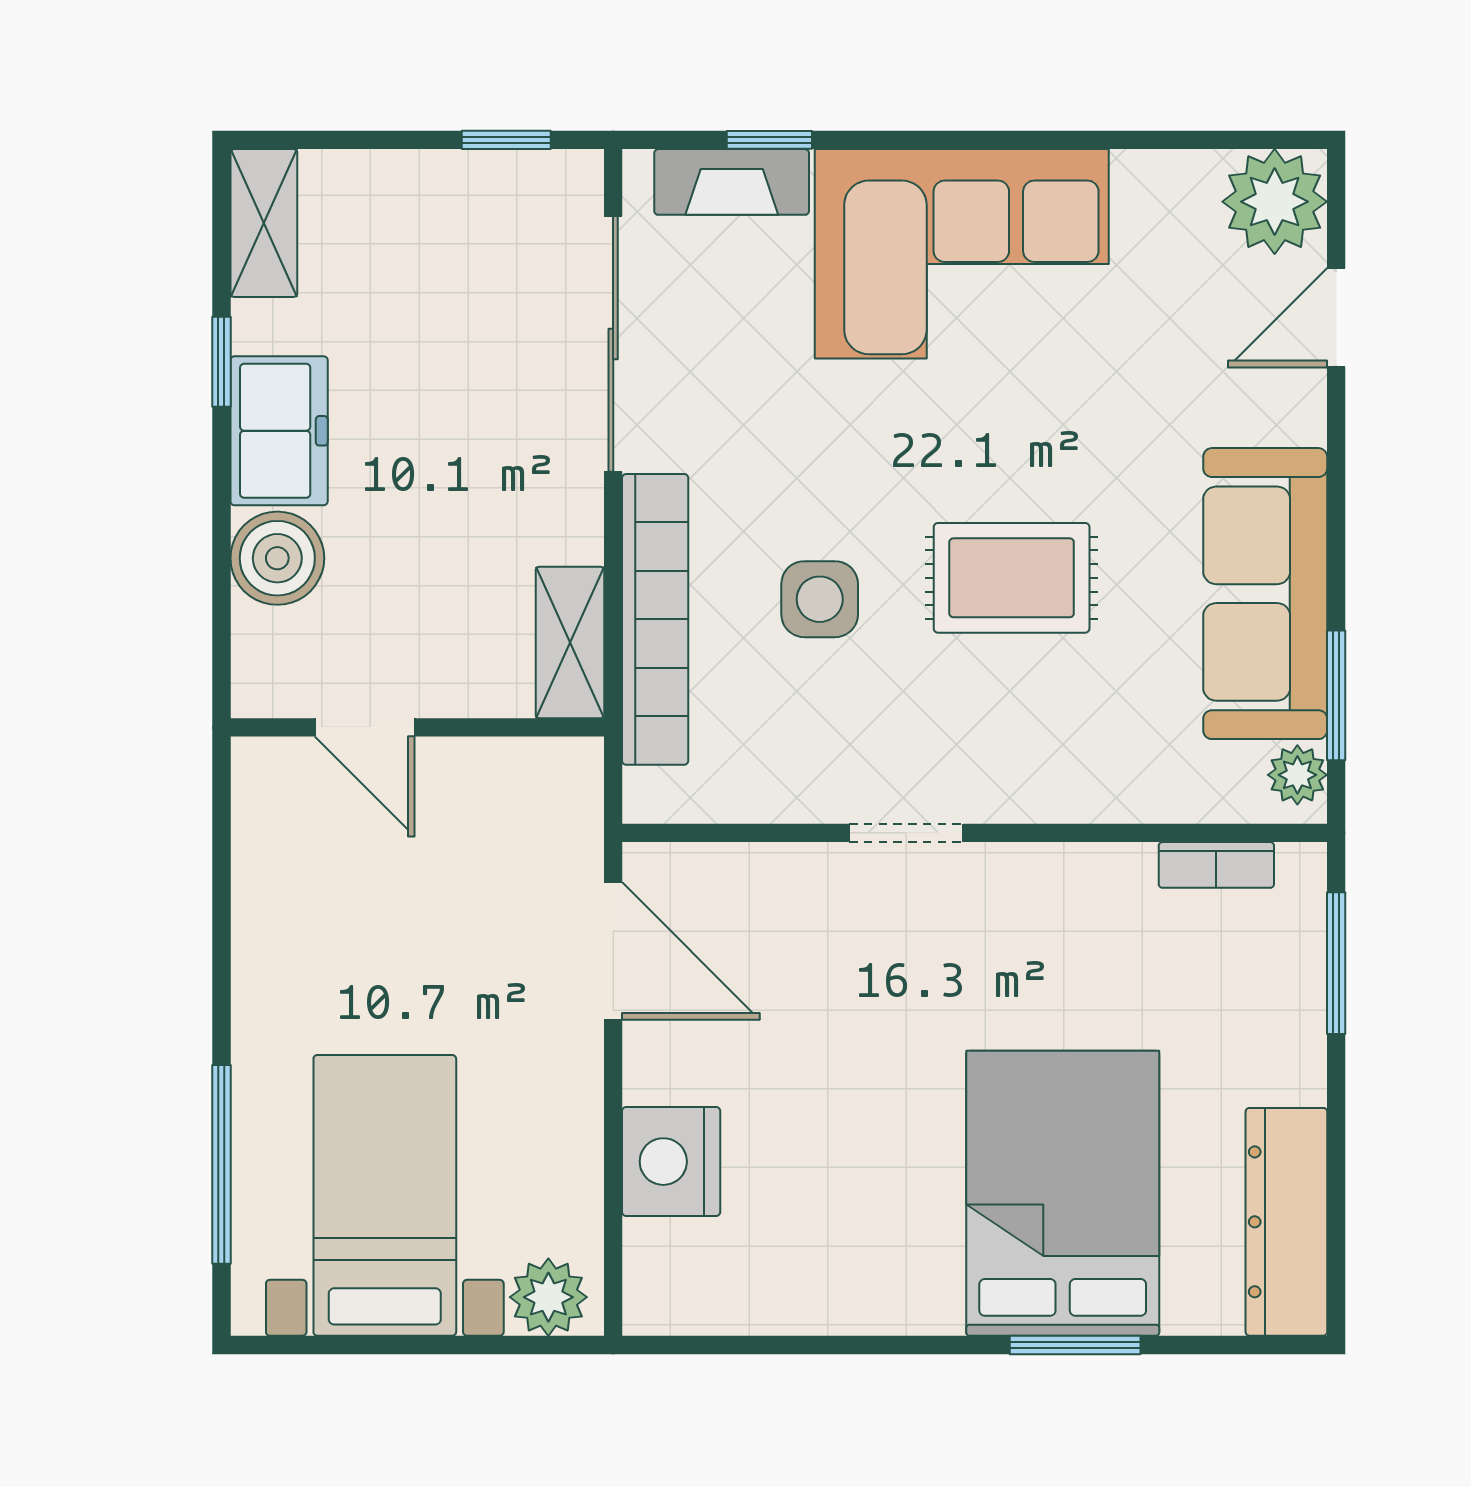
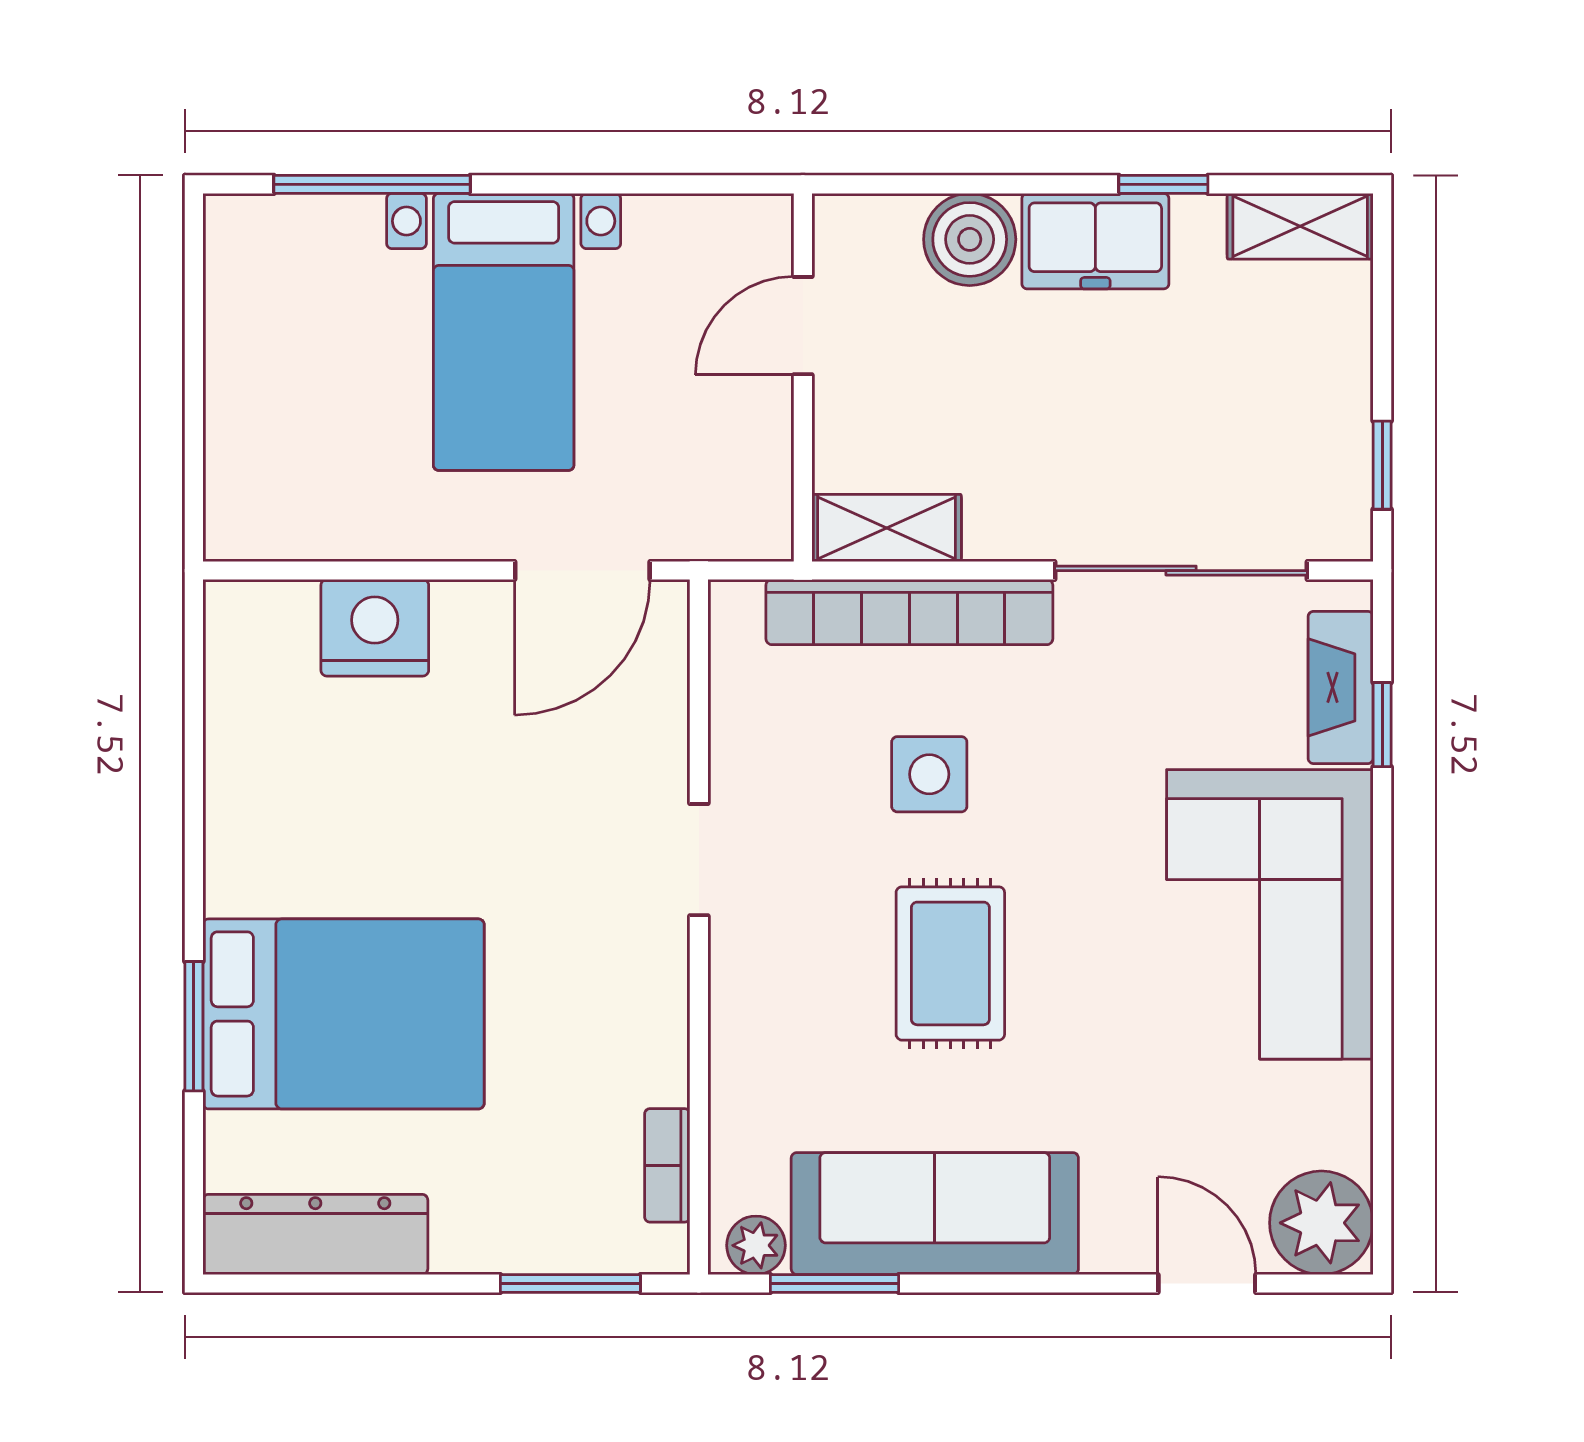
bed with nightstands: (385, 1195) -> (504, 332), moved, turned 90
plant: (548, 1297) -> (241, 507), removed

